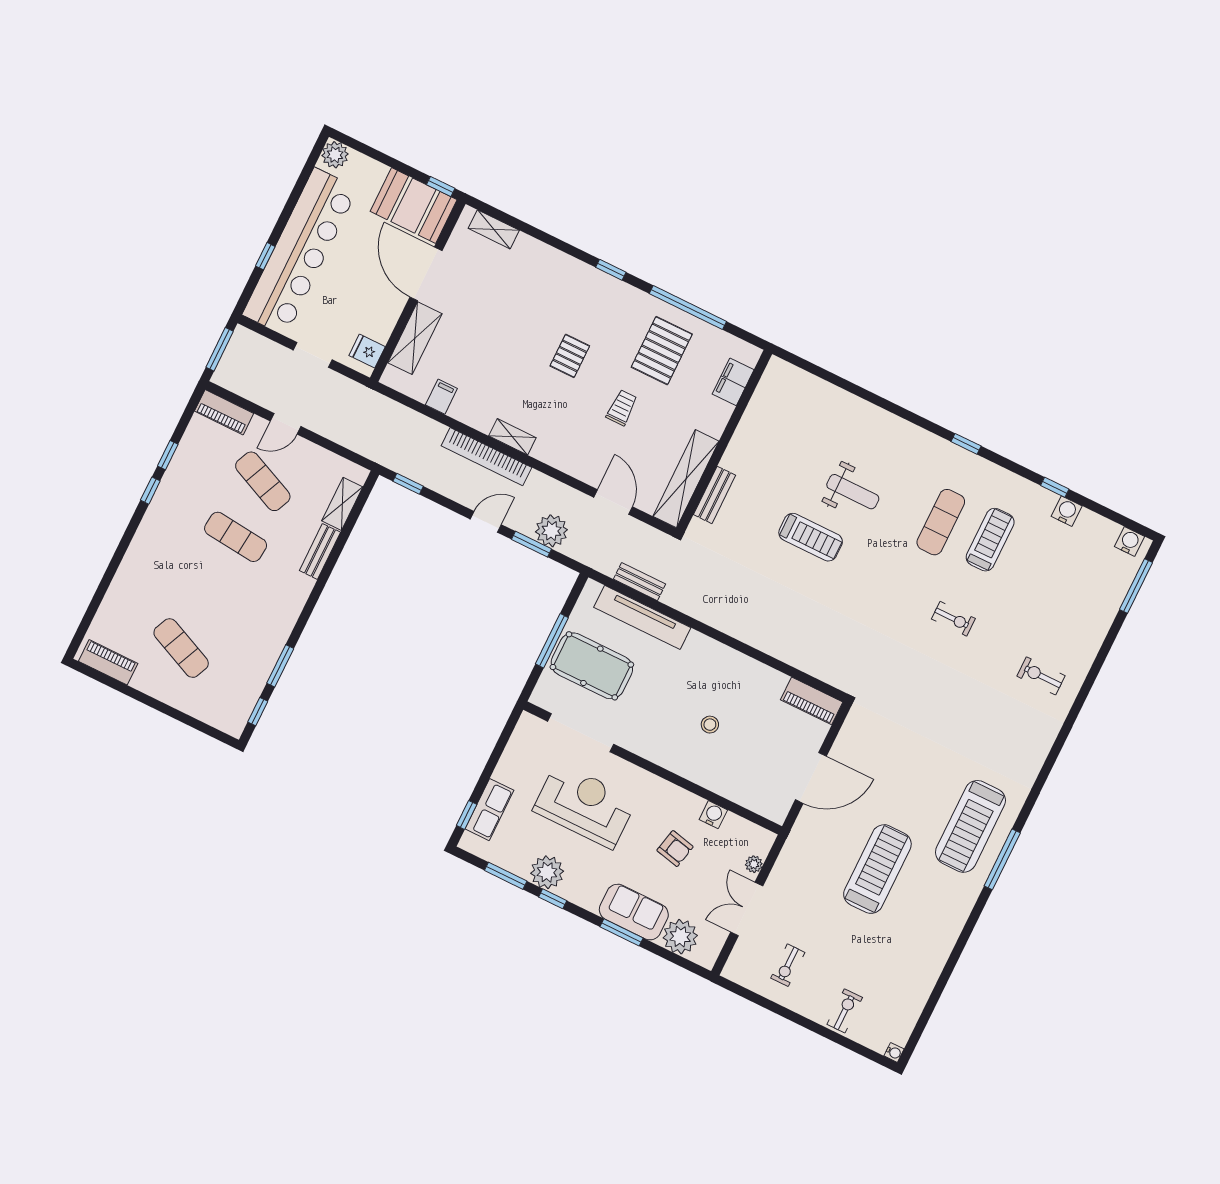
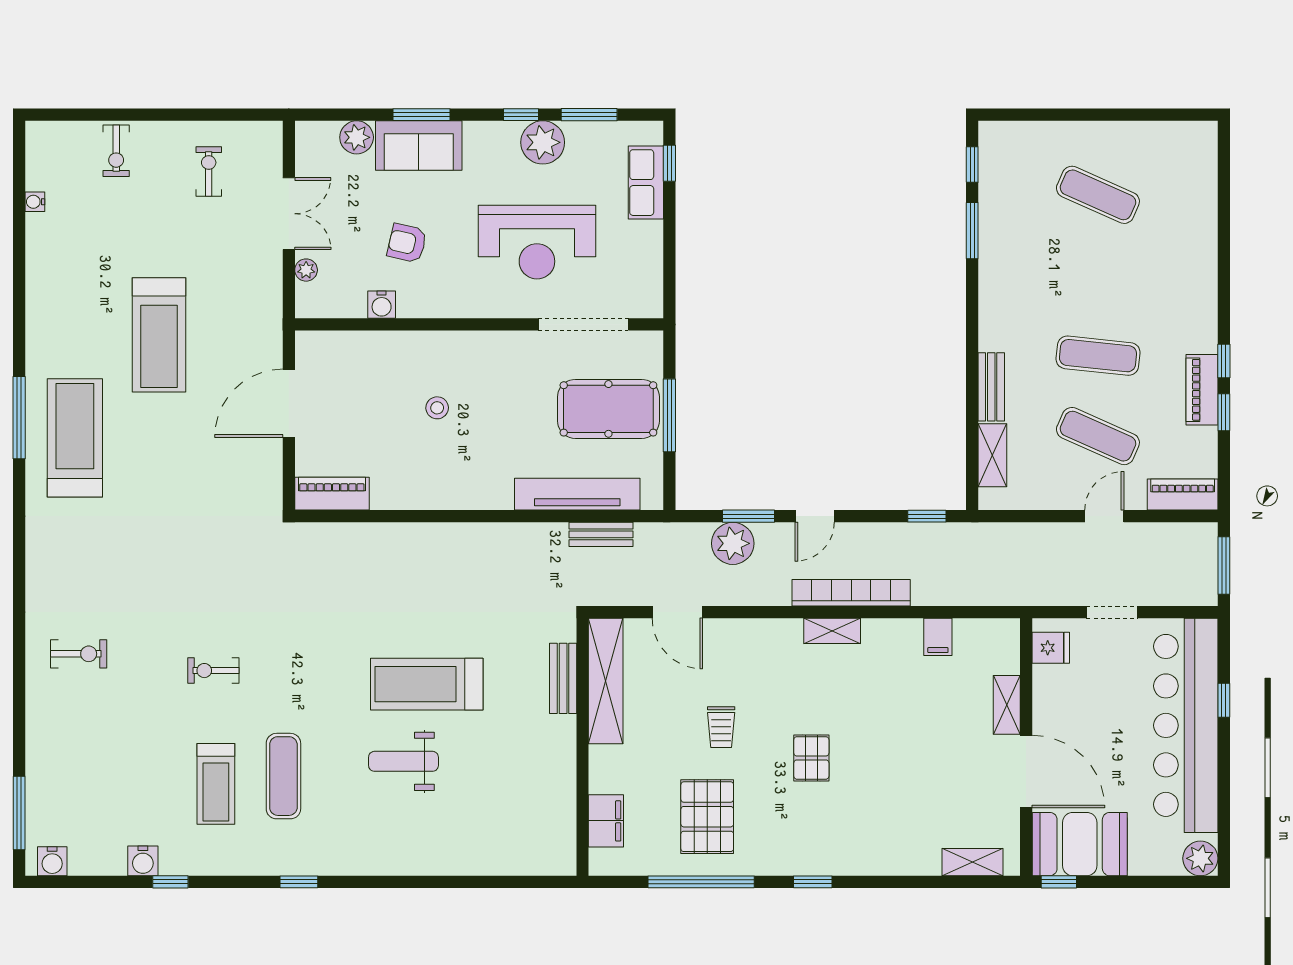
shelving: (415, 338) -> (1007, 705), width x0.67, depth x0.75
treadmill: (811, 537) -> (427, 684), width x1.37, depth x1.37
piano: (108, 662) -> (1202, 390), moved, turned 90
plant: (680, 937) -> (357, 137), width x0.73, depth x0.73
water cooler: (894, 1052) -> (35, 202), moved

